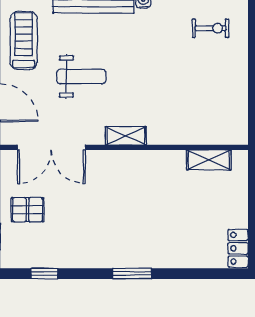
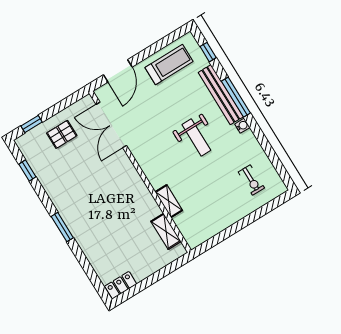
weight bench: (81, 77) -> (196, 137), moved
shelving: (126, 136) -> (169, 201), moved
pallet: (28, 210) -> (62, 134), turned 90

